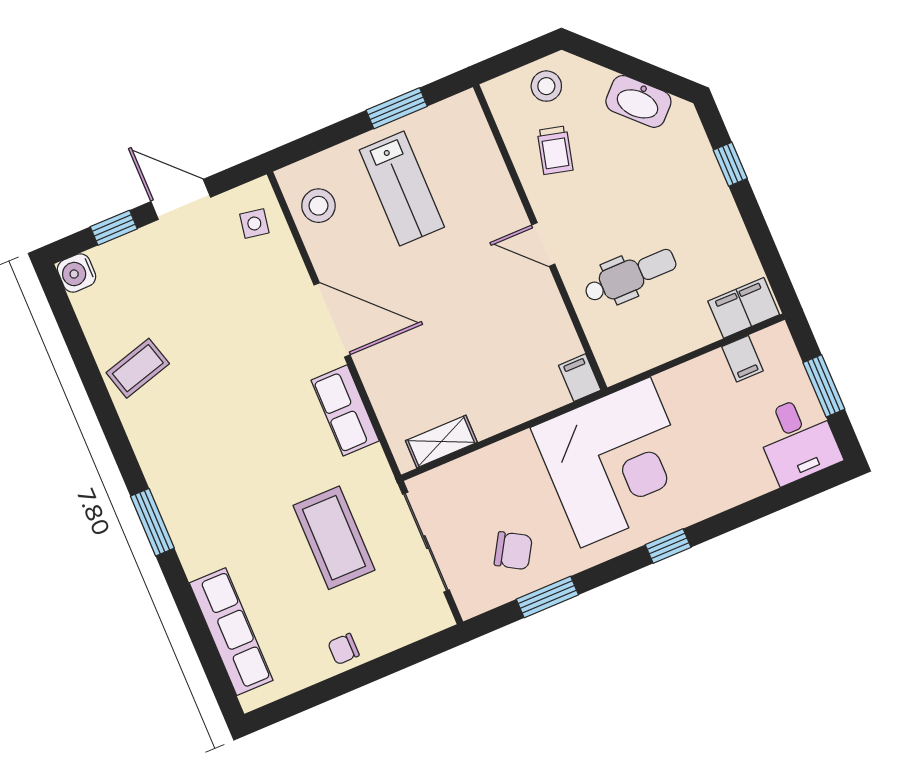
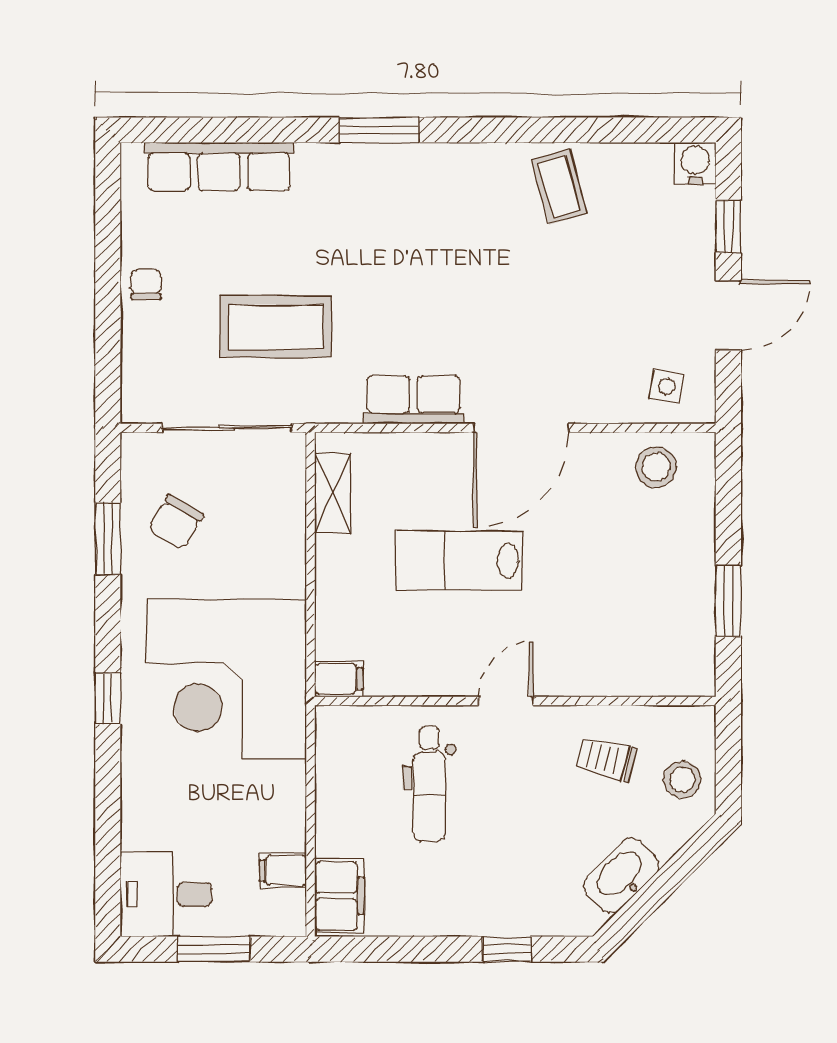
lab bench: (402, 189) -> (460, 561), moved

